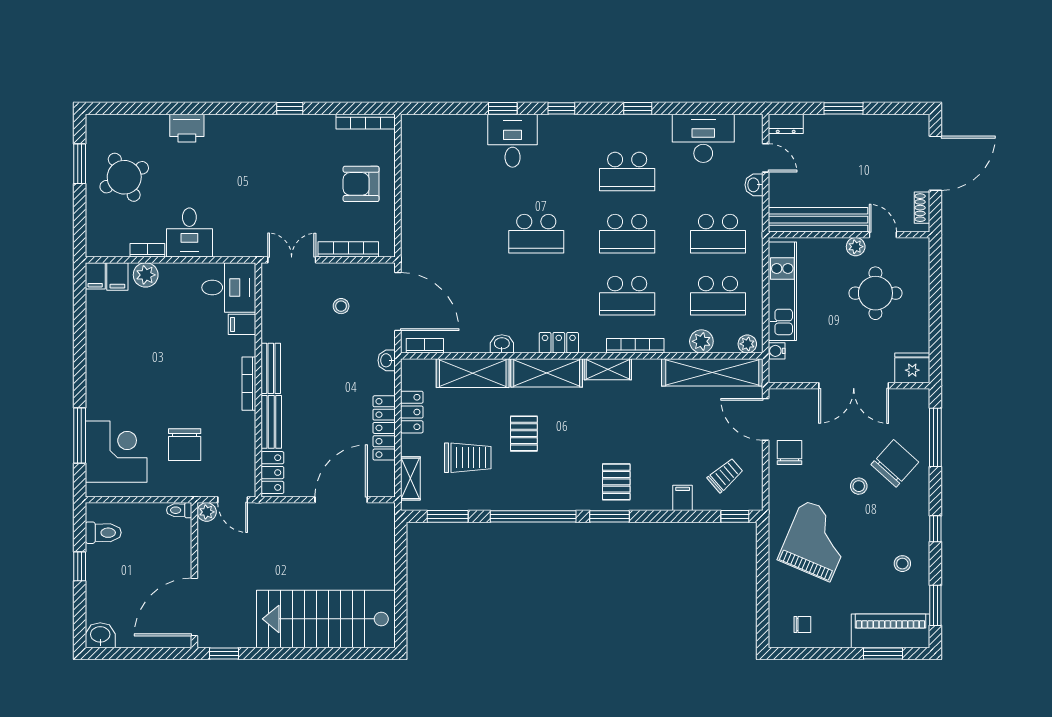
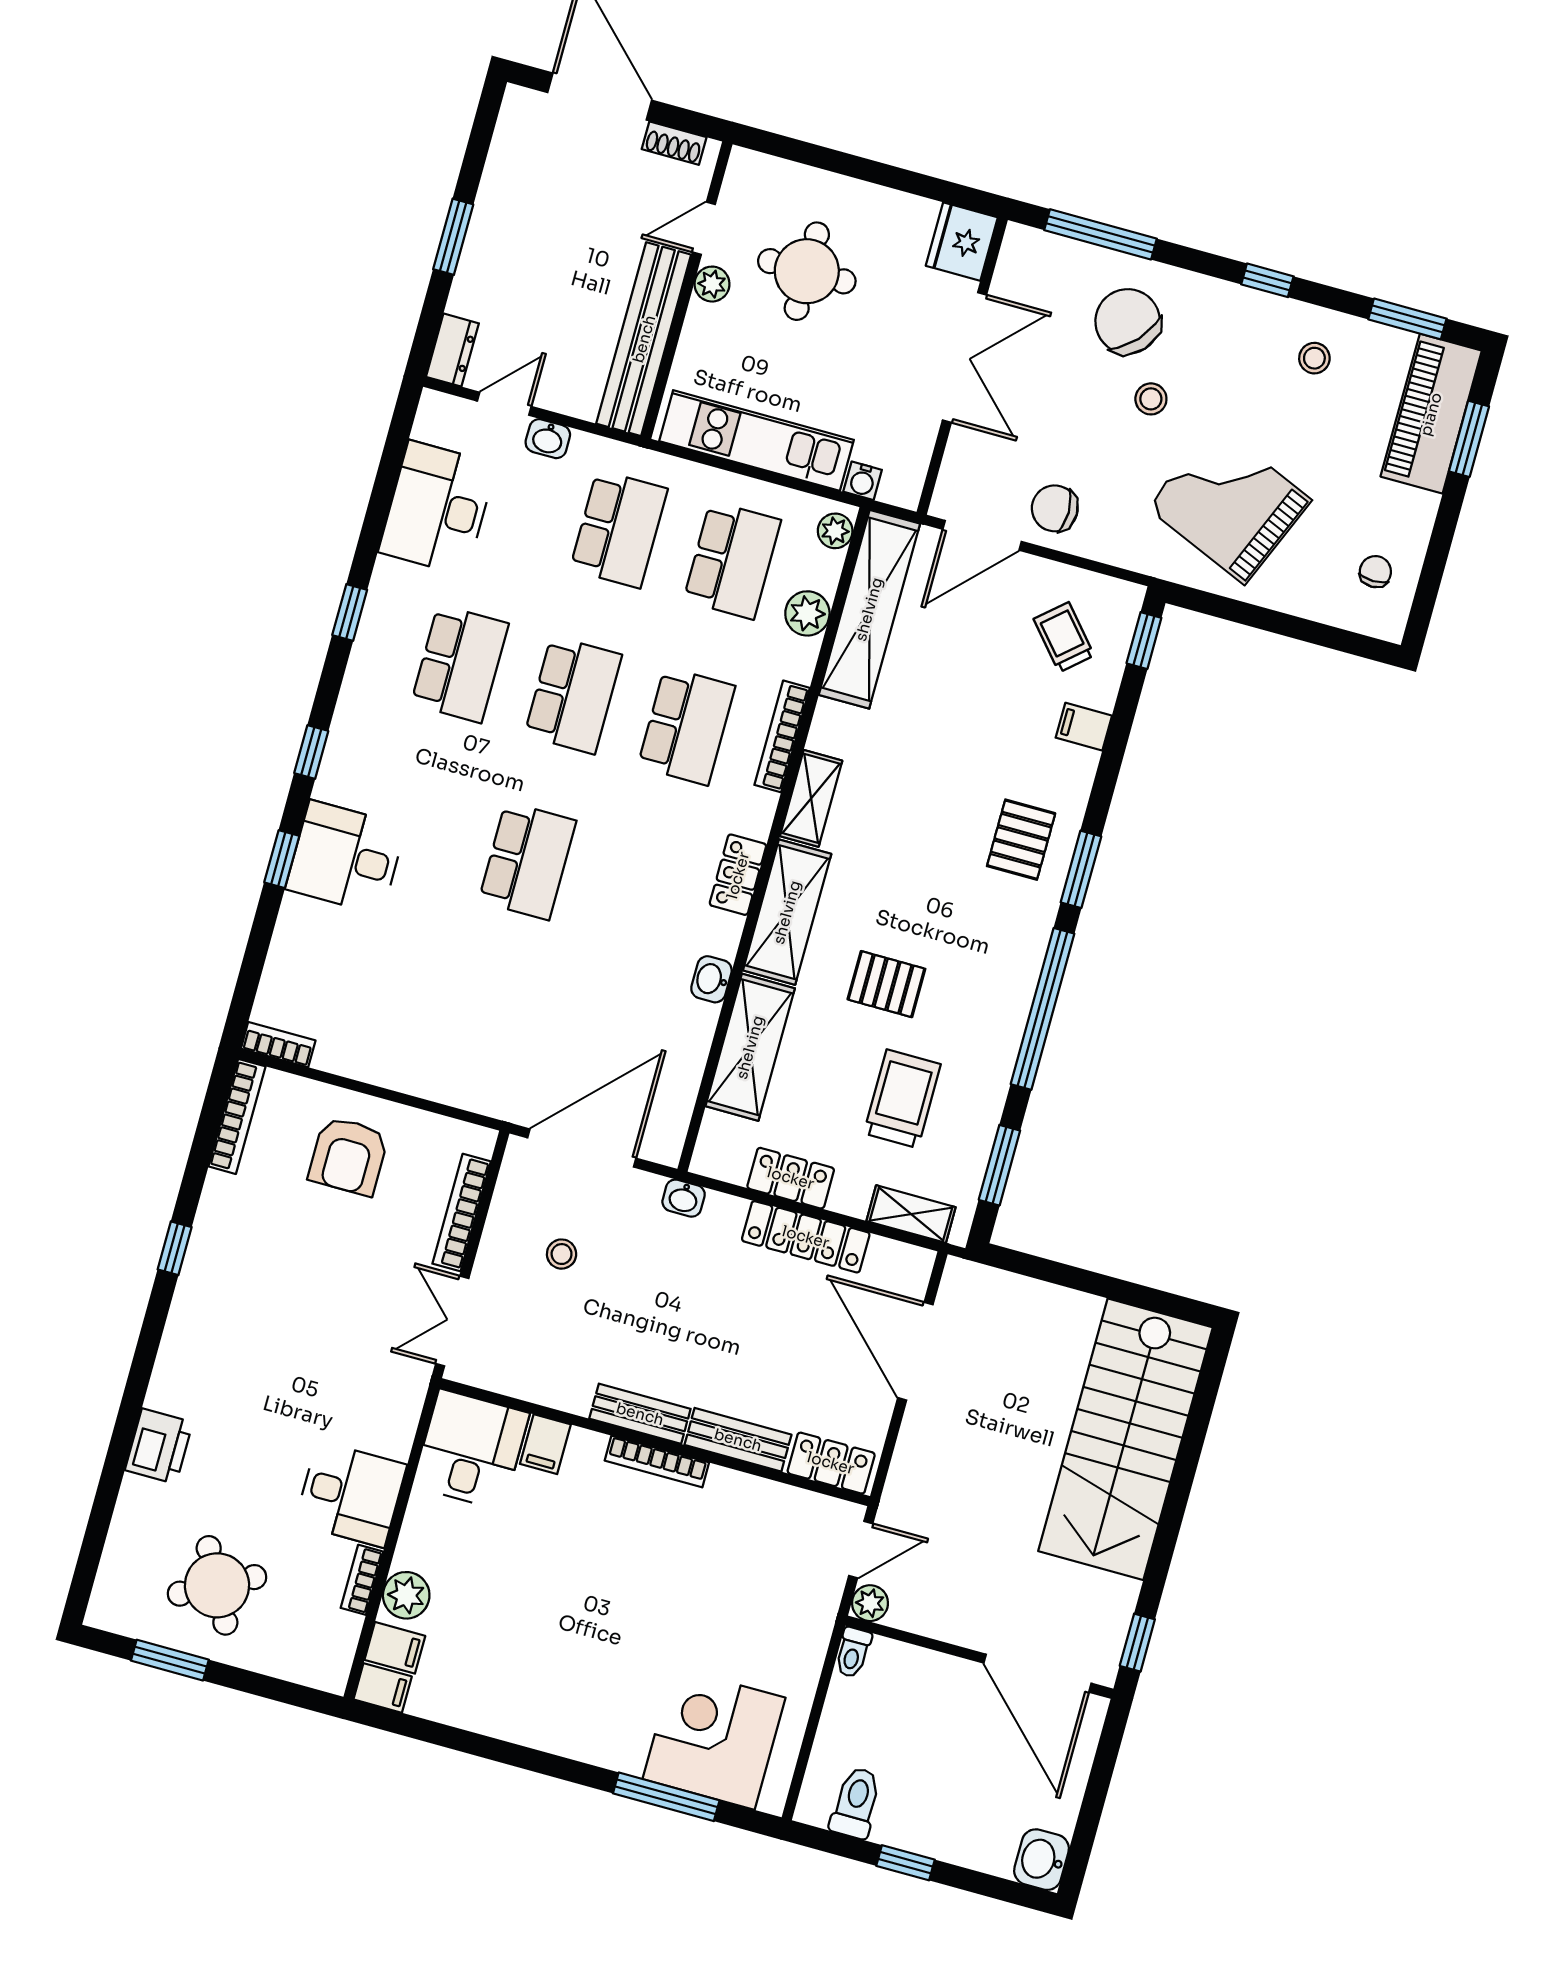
bookcase: (425, 346) -> (278, 1045), moved, turned 90
chair: (185, 445) -> (736, 1610), removed
pallet: (616, 482) -> (1021, 840), turned 90

